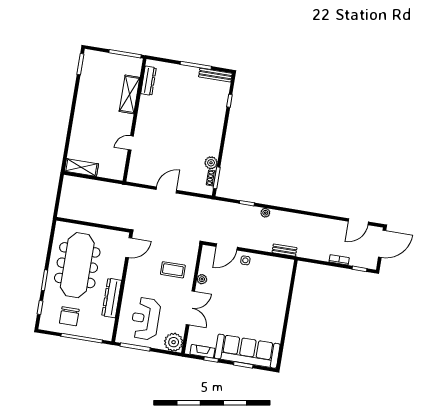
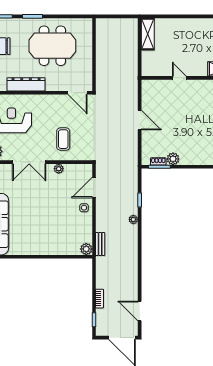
door: (227, 247) -> (94, 187), hinge flipped
meeting table: (77, 265) -> (52, 46), width x0.73
plant: (287, 265) -> (86, 249), added

